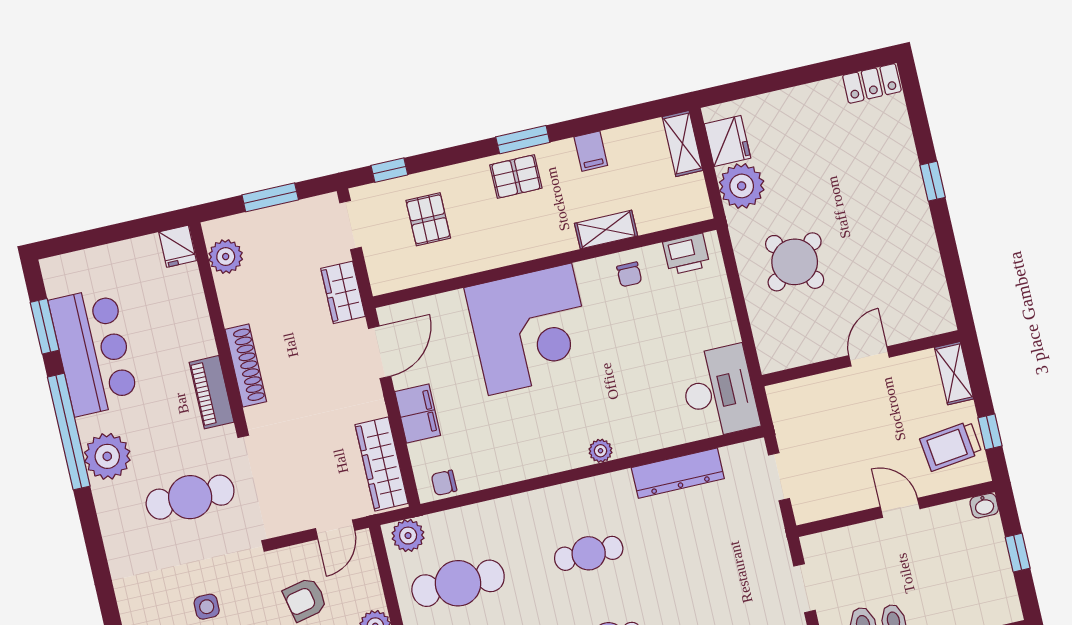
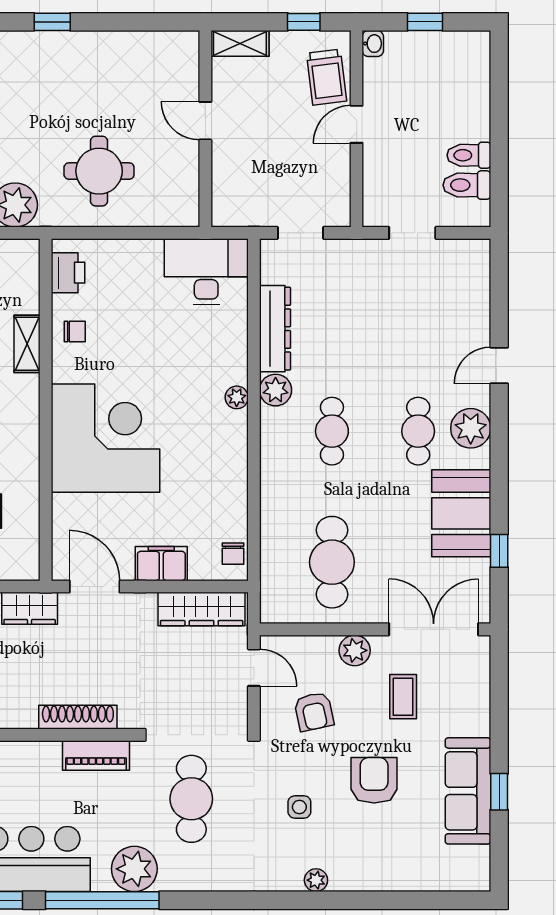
round table: (795, 262) -> (99, 171), turned 36
trolley: (951, 446) -> (327, 77), moved
plant: (408, 536) -> (276, 390), moved

